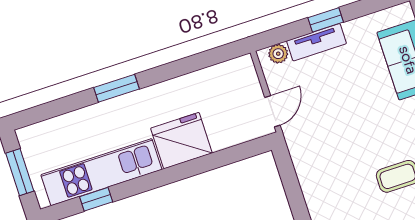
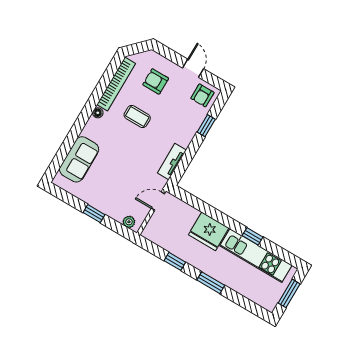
tv unit: (316, 42) -> (172, 161), moved, turned -90
window: (181, 67) -> (175, 261), added
window: (96, 199) -> (253, 236), moved

